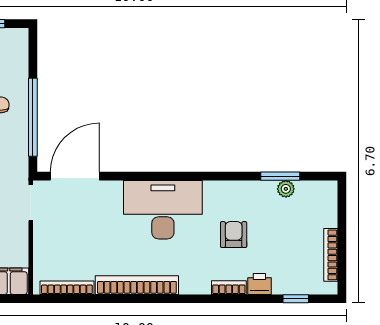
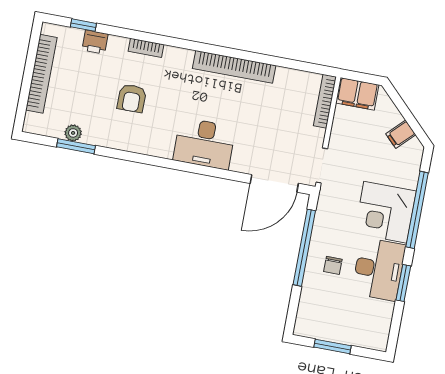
desk: (163, 210) -> (204, 144), width x0.73, depth x0.77
bookcase: (331, 255) -> (41, 74), width x1.48, depth x1.31
printer: (259, 284) -> (95, 42), moved
bookcase: (67, 288) -> (325, 101), moved, turned 90

